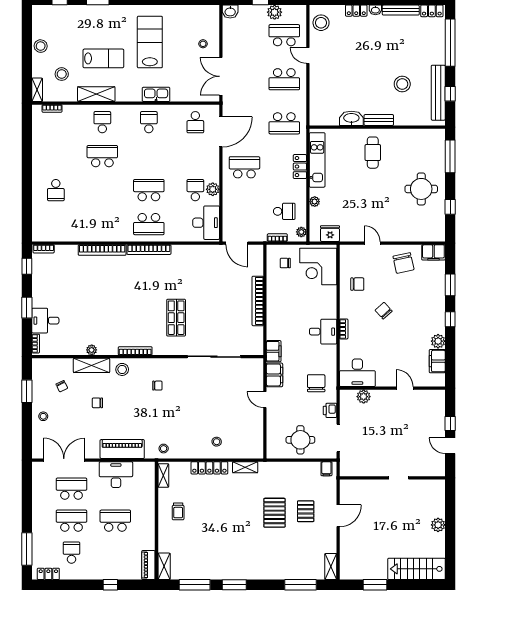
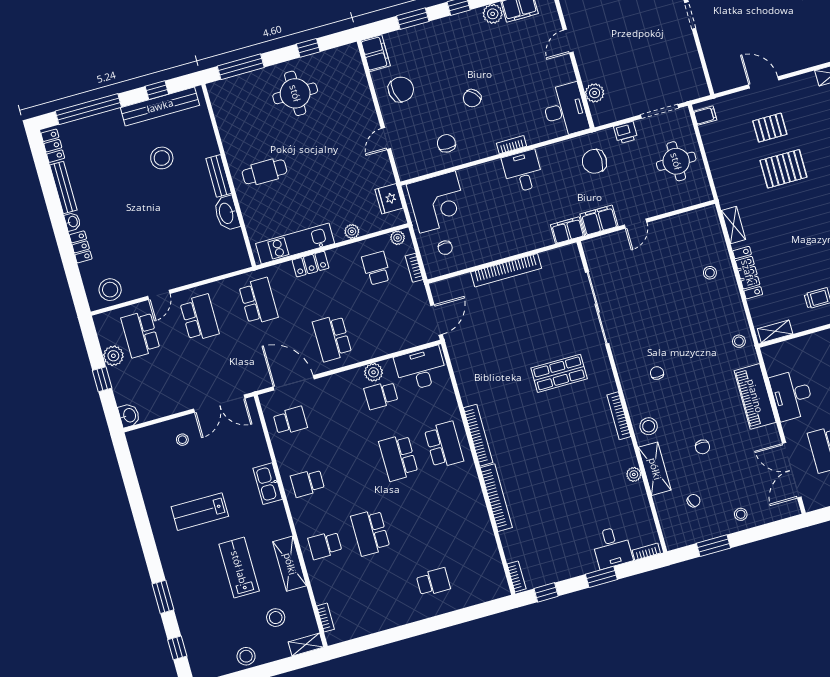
lab bench: (150, 42) -> (200, 512), width x0.73, depth x0.72

